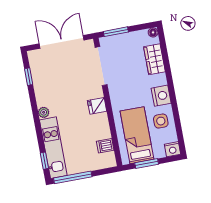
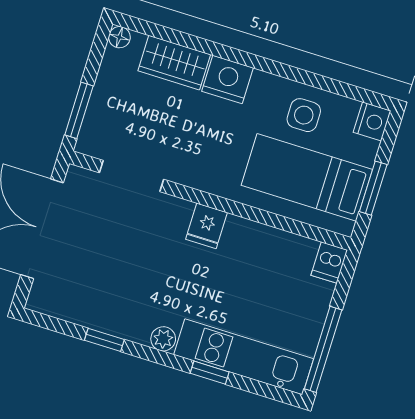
doorway: (101, 66) -> (132, 176), width x0.73
window: (29, 77) -> (104, 340), moved
nightstand: (161, 96) -> (228, 80), moved
dishwasher: (105, 146) -> (329, 263), moved
window: (44, 161) -> (210, 373), moved

